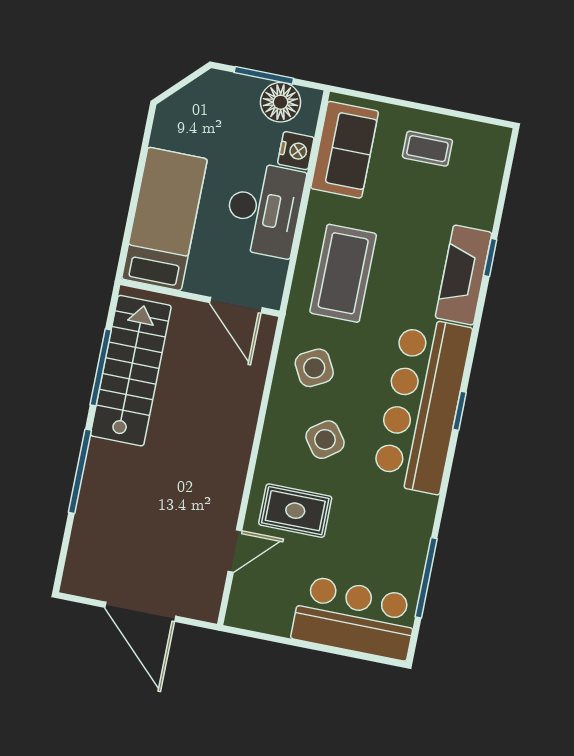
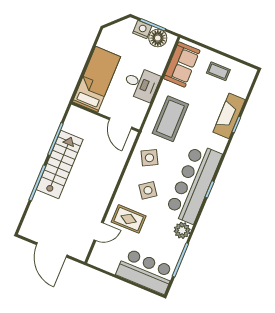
nightstand: (296, 151) -> (142, 29), moved, turned -90
desk: (264, 209) -> (141, 84), width x0.73
fireplace: (464, 275) -> (229, 116), moved
stairs: (131, 371) -> (60, 165), moved
plant: (417, 512) -> (182, 230), added

